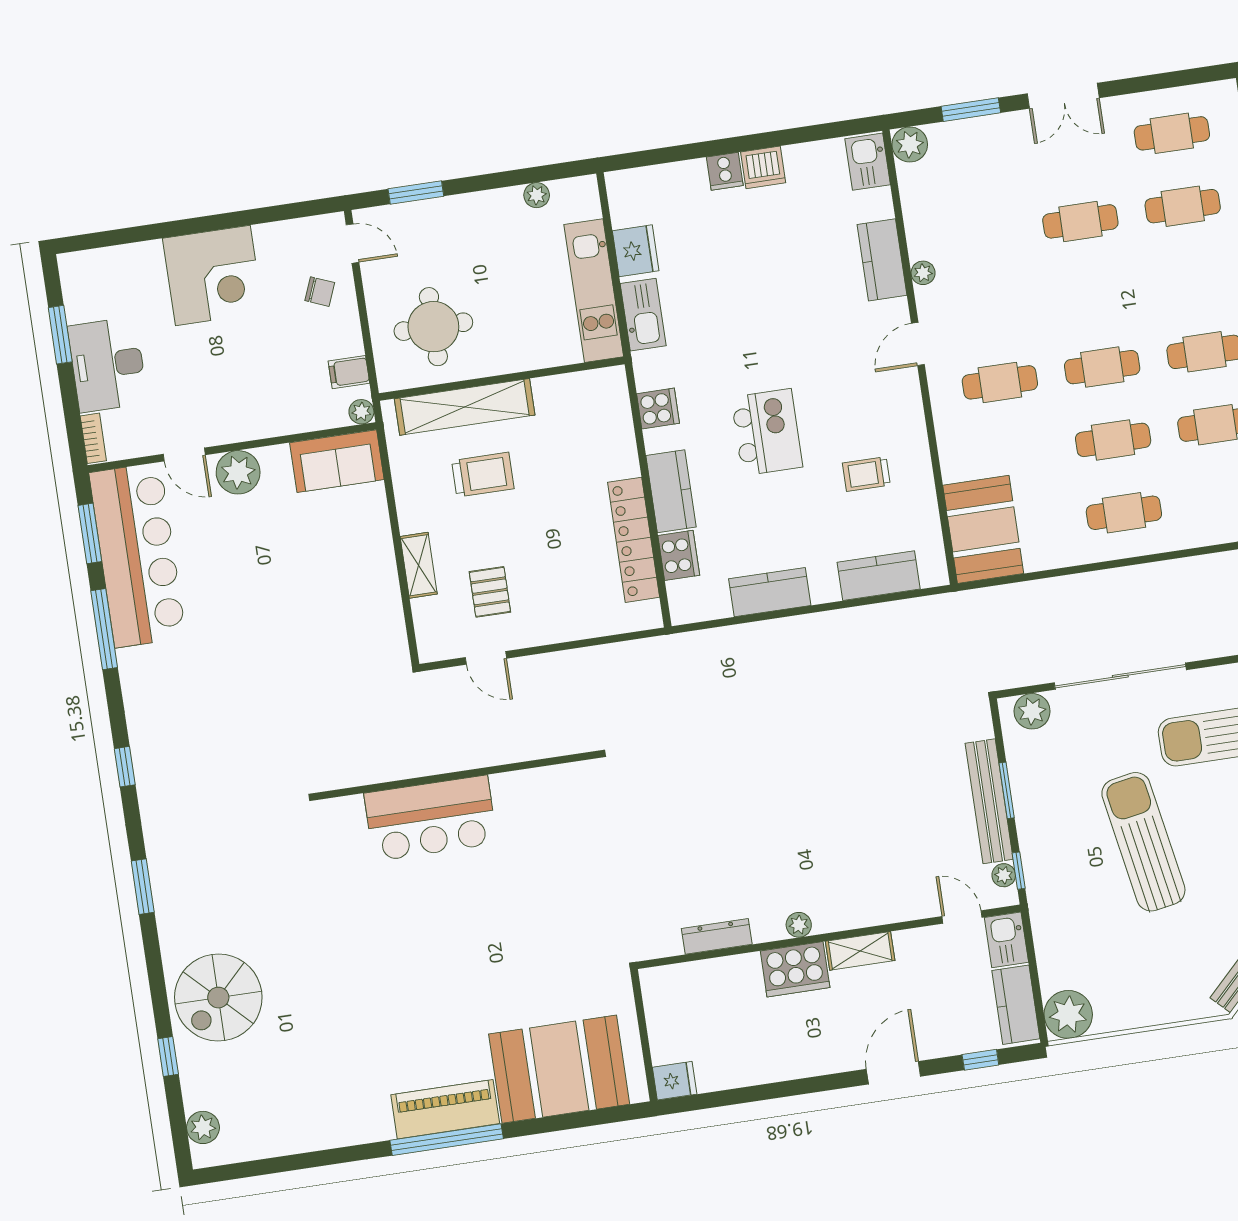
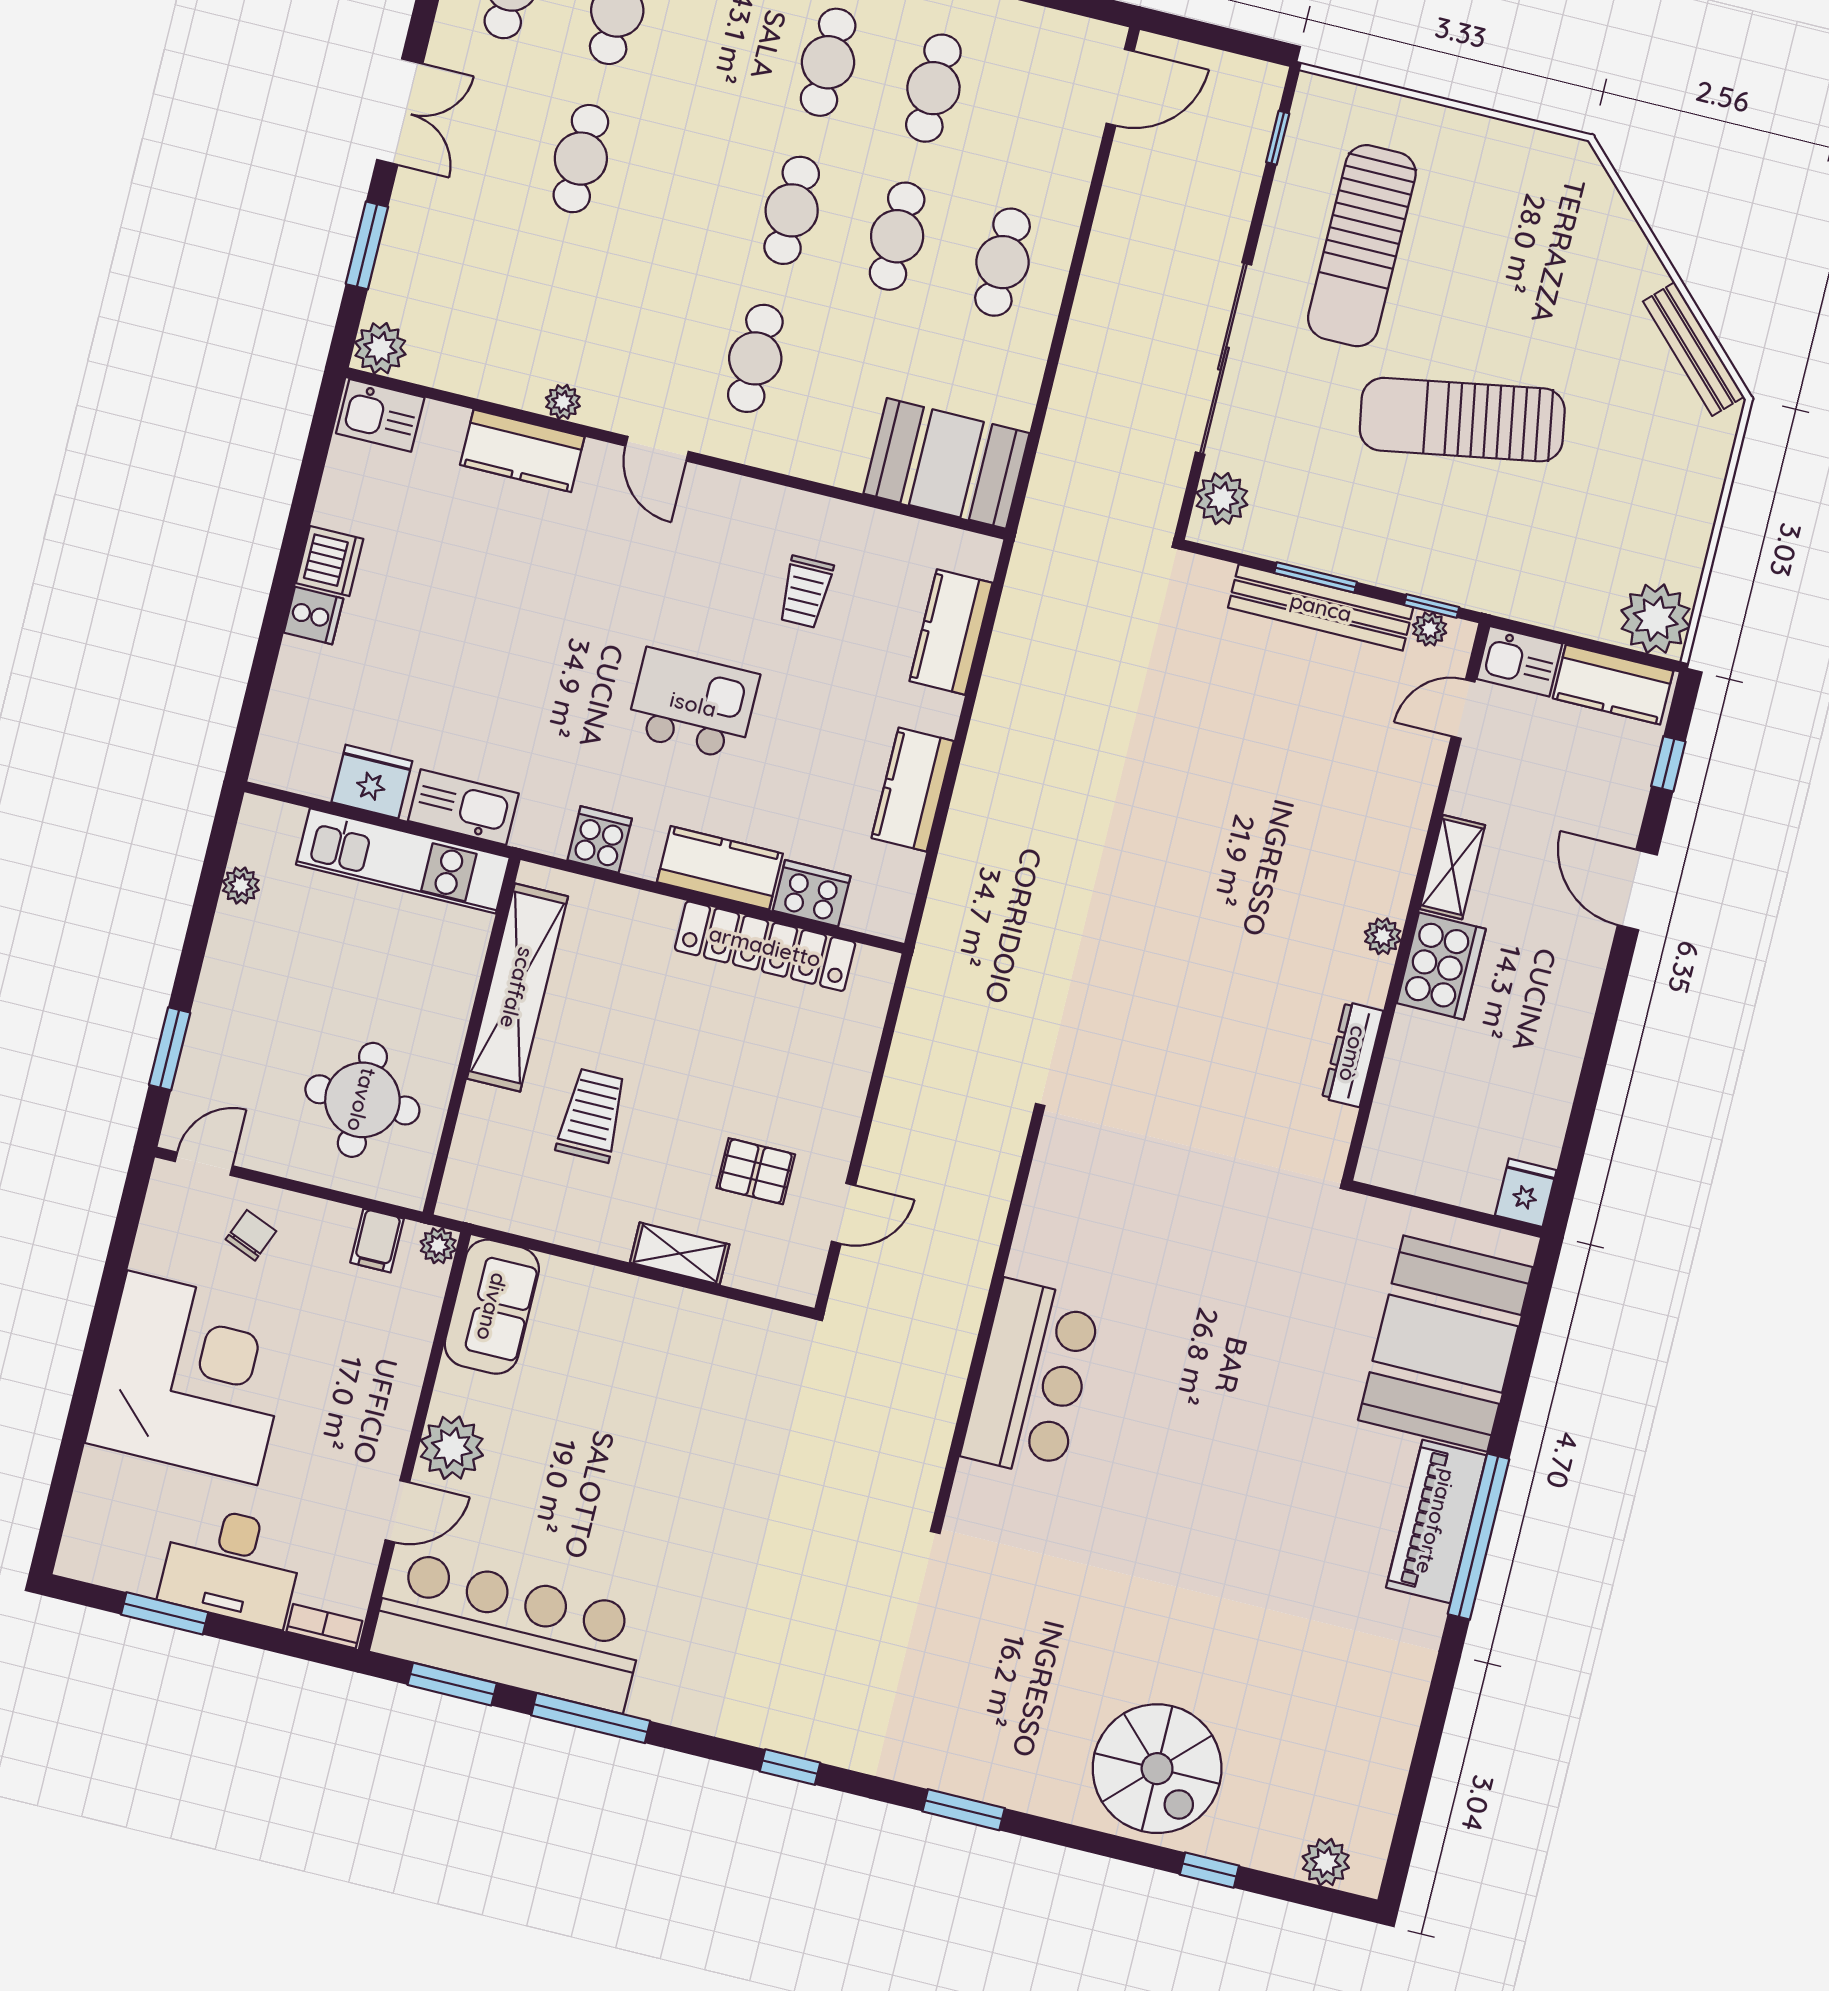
corner desk: (213, 276) -> (192, 1378), width x1.36, depth x1.36
shelving: (465, 407) -> (517, 988), moved

